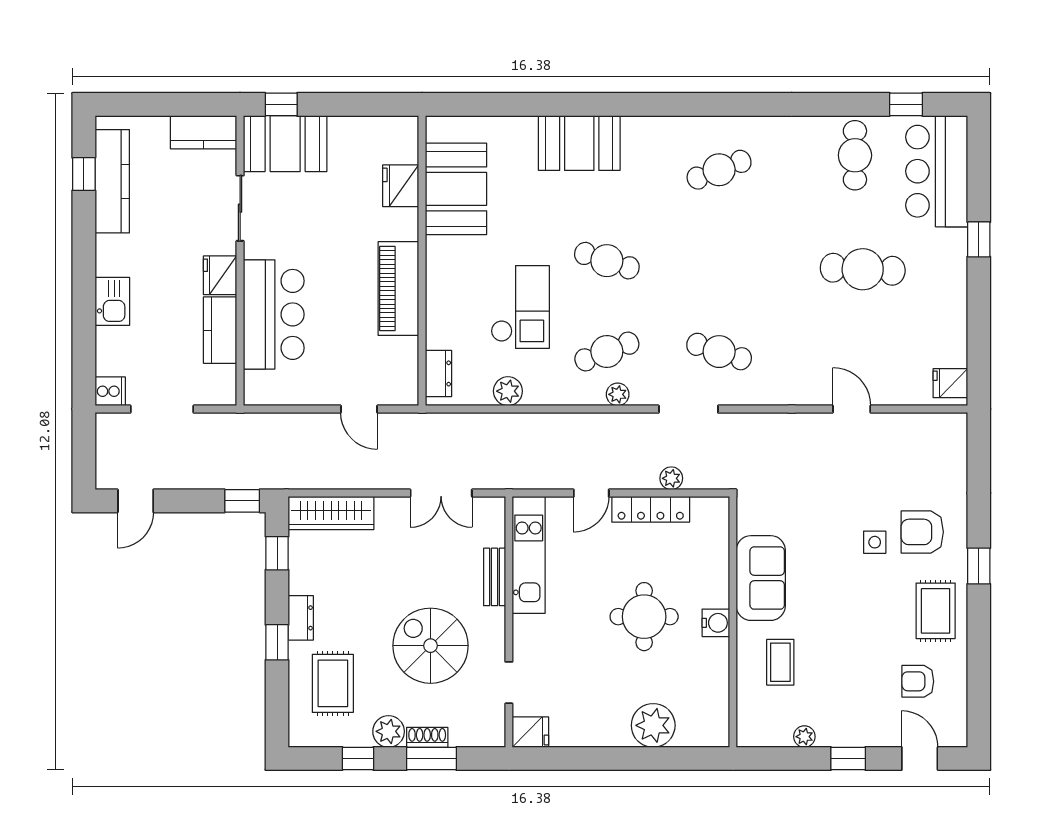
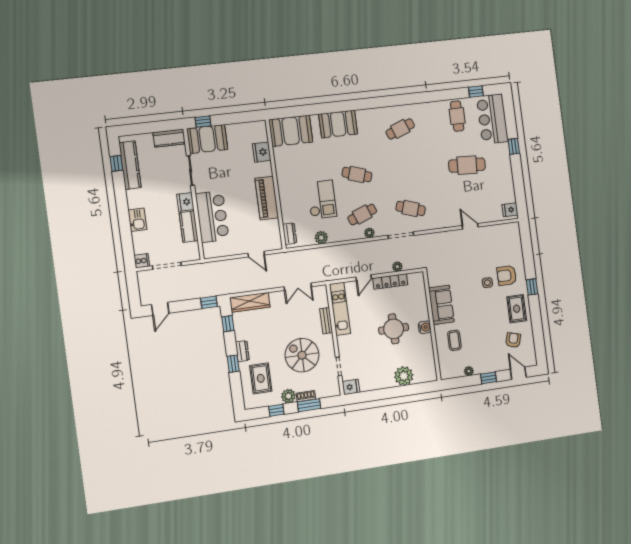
booth: (456, 189) -> (291, 131), moved, turned 90
armchair: (918, 681) -> (513, 340), turned 106

